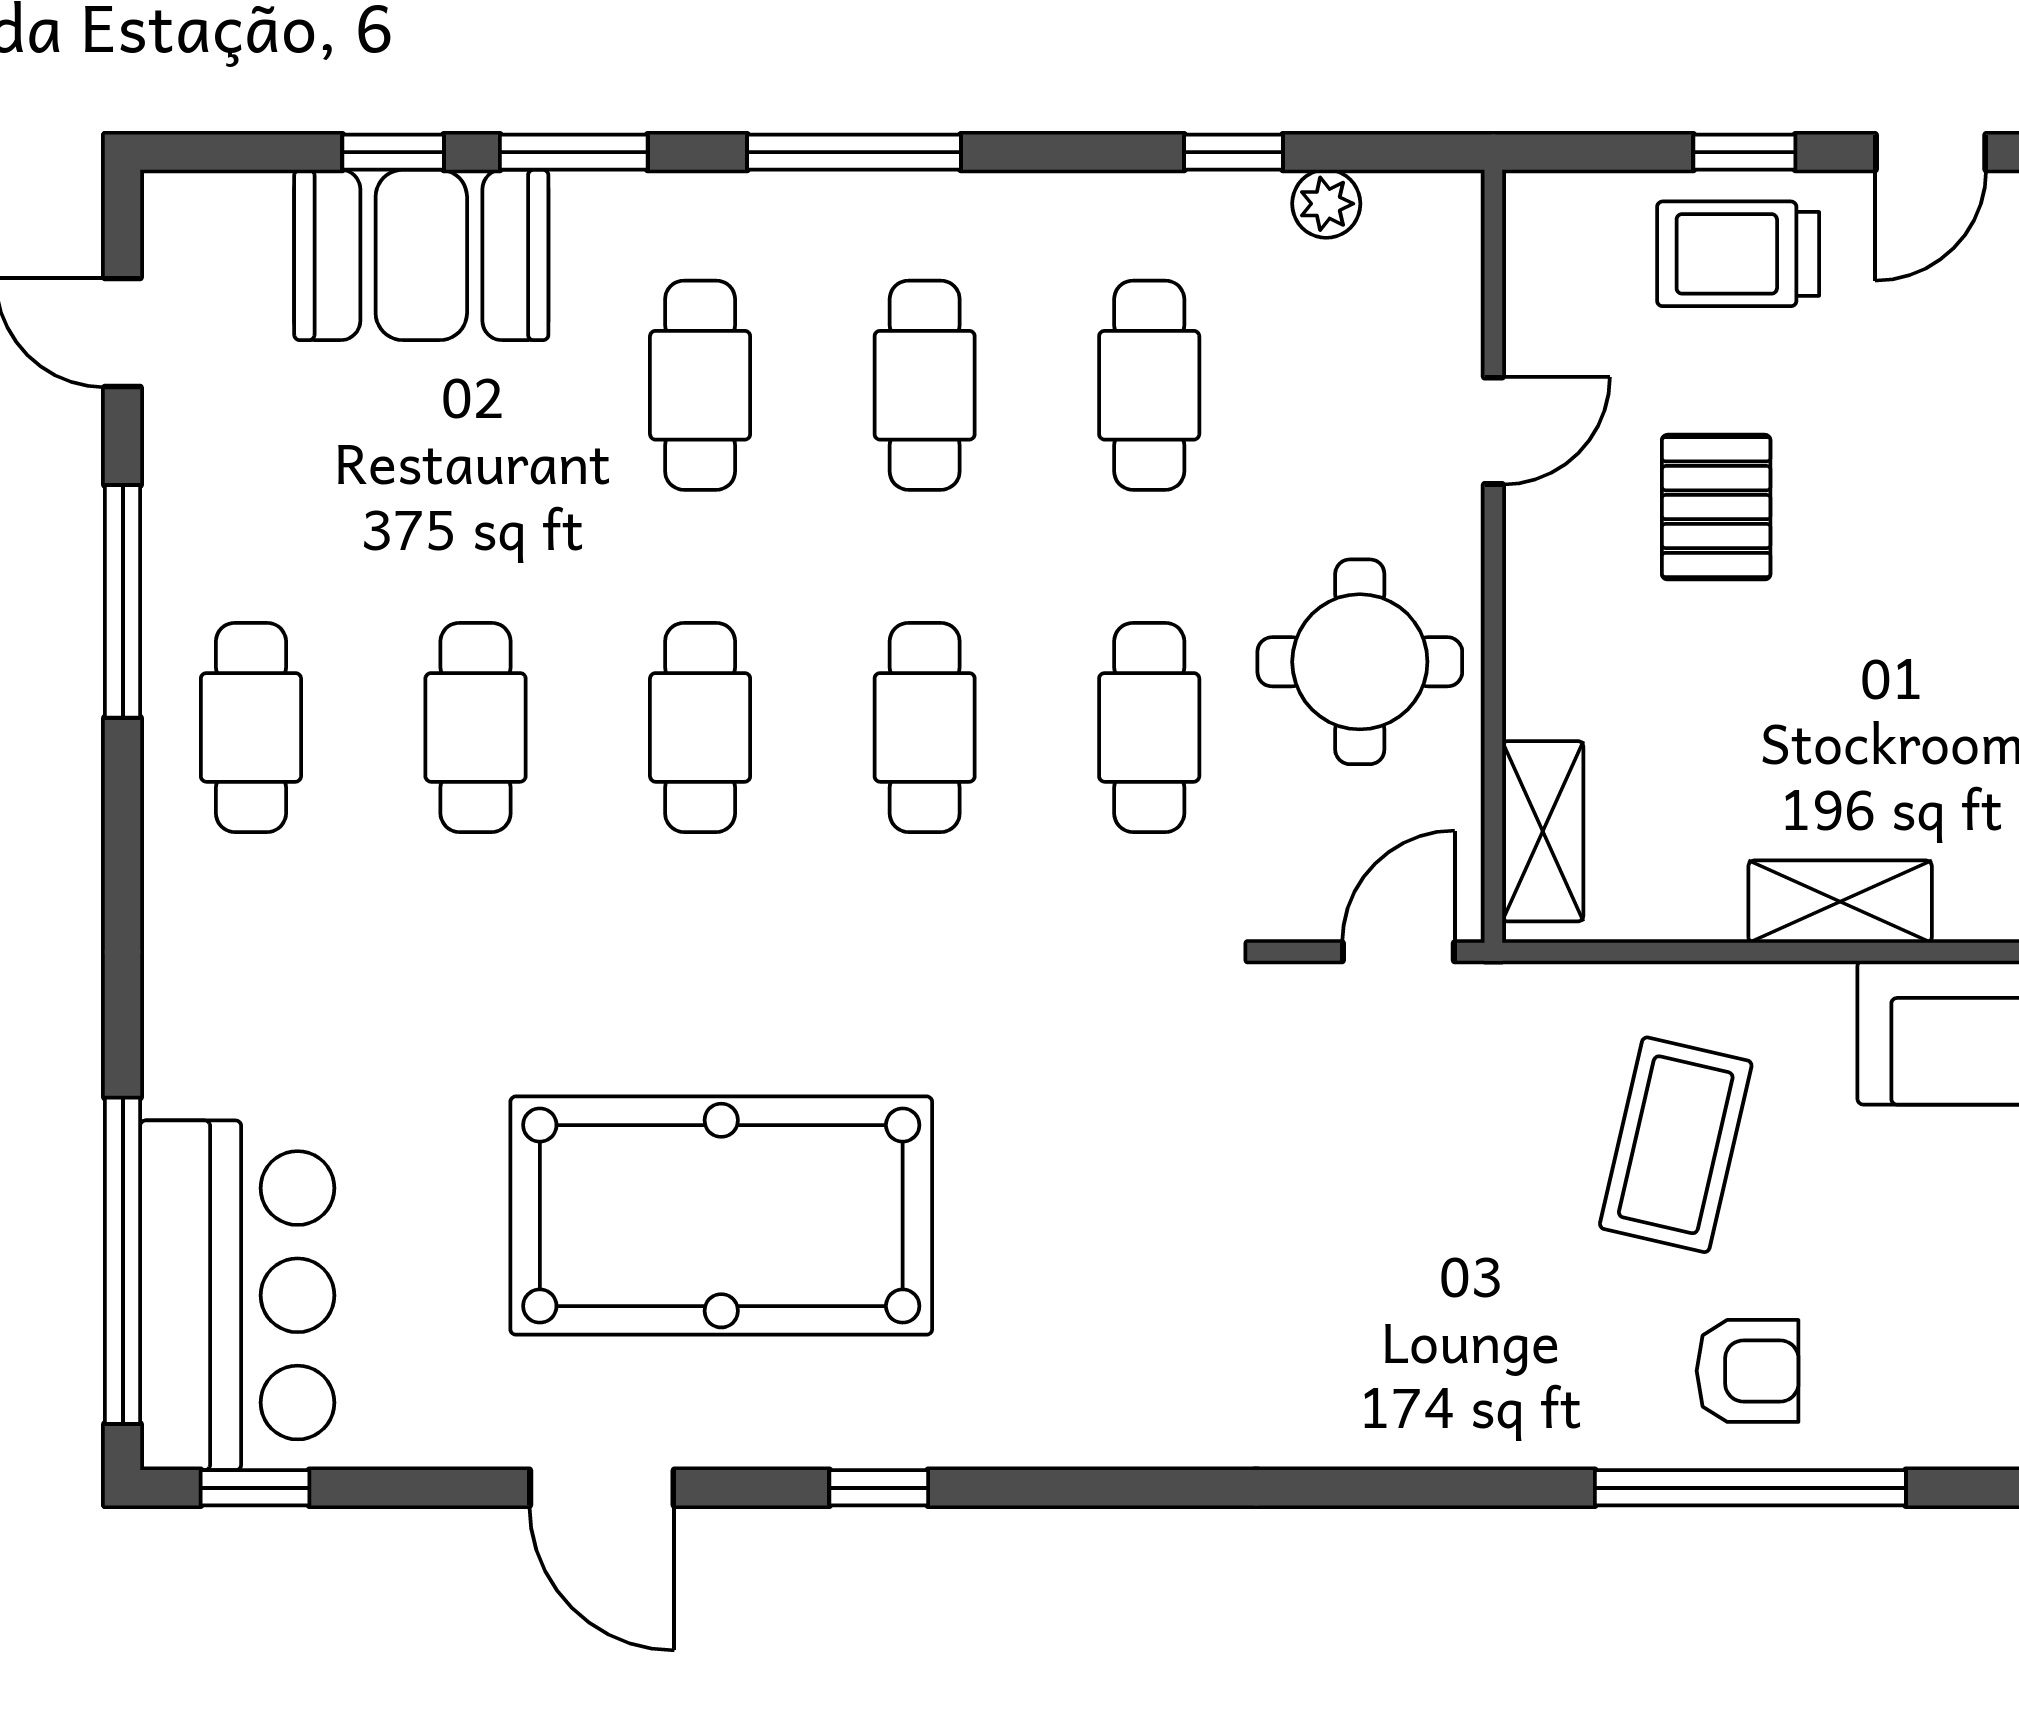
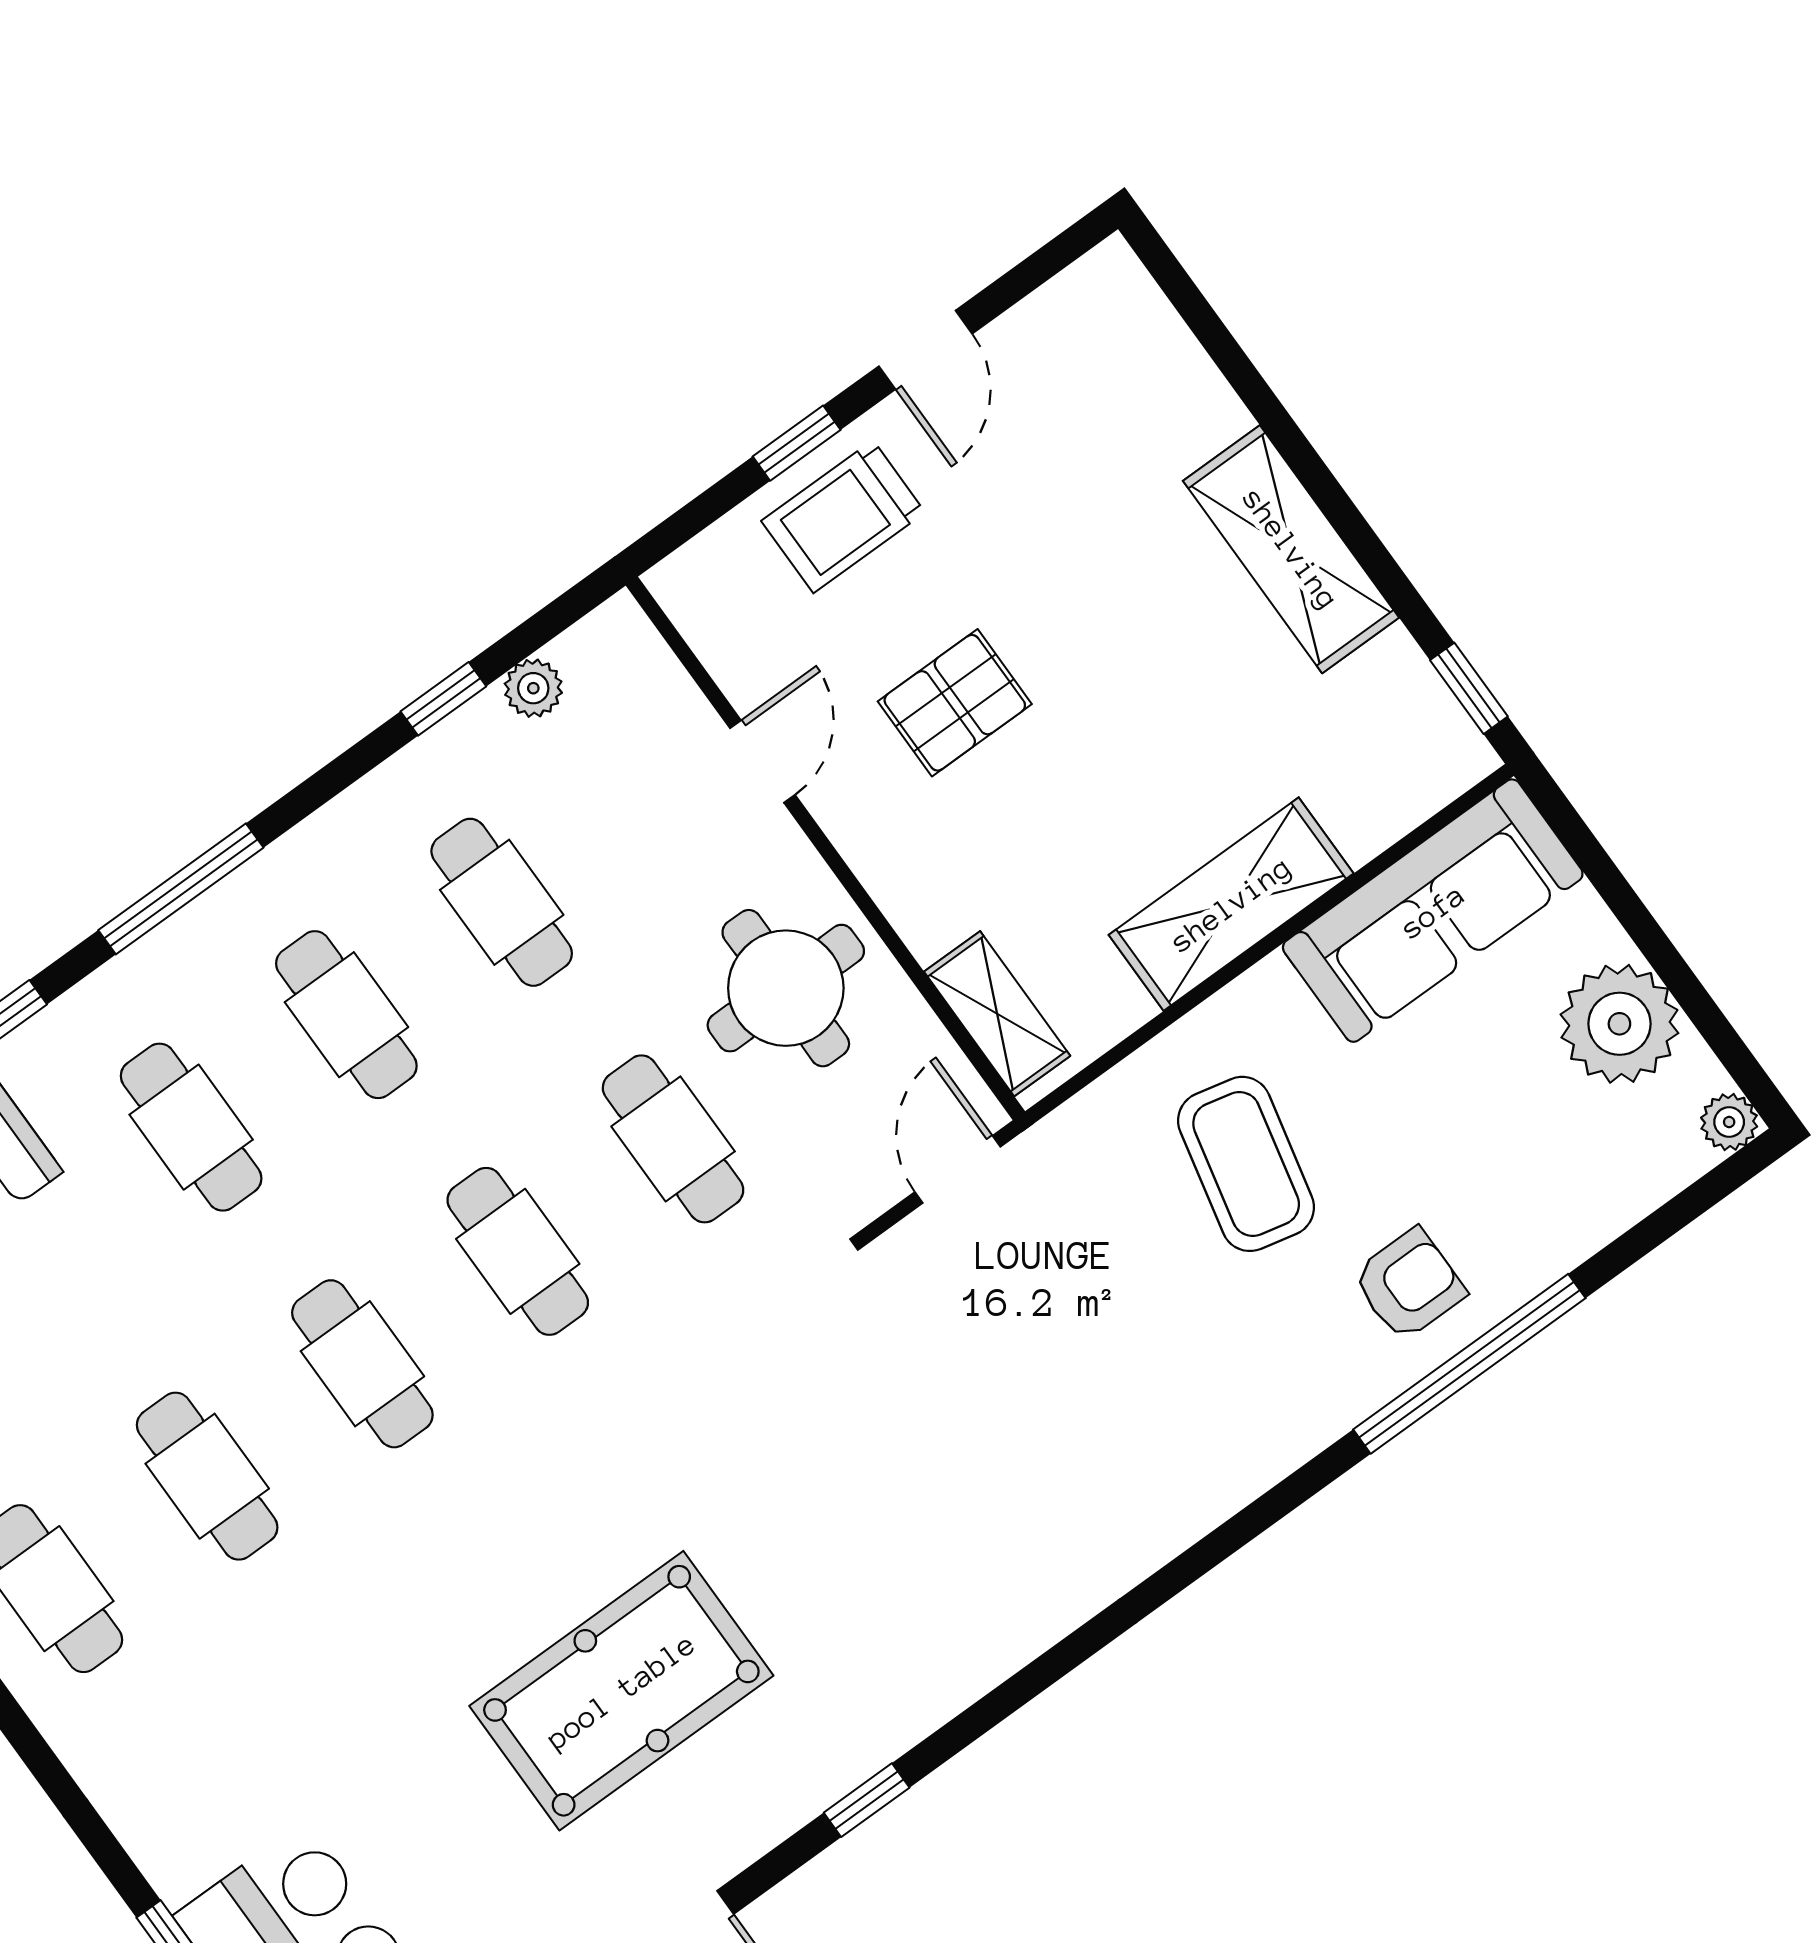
pallet: (1716, 507) -> (955, 703), turned 90
shelving: (1840, 902) -> (1231, 904), width x1.50, depth x1.33
pool table: (721, 1216) -> (621, 1691), width x0.73, depth x0.76

